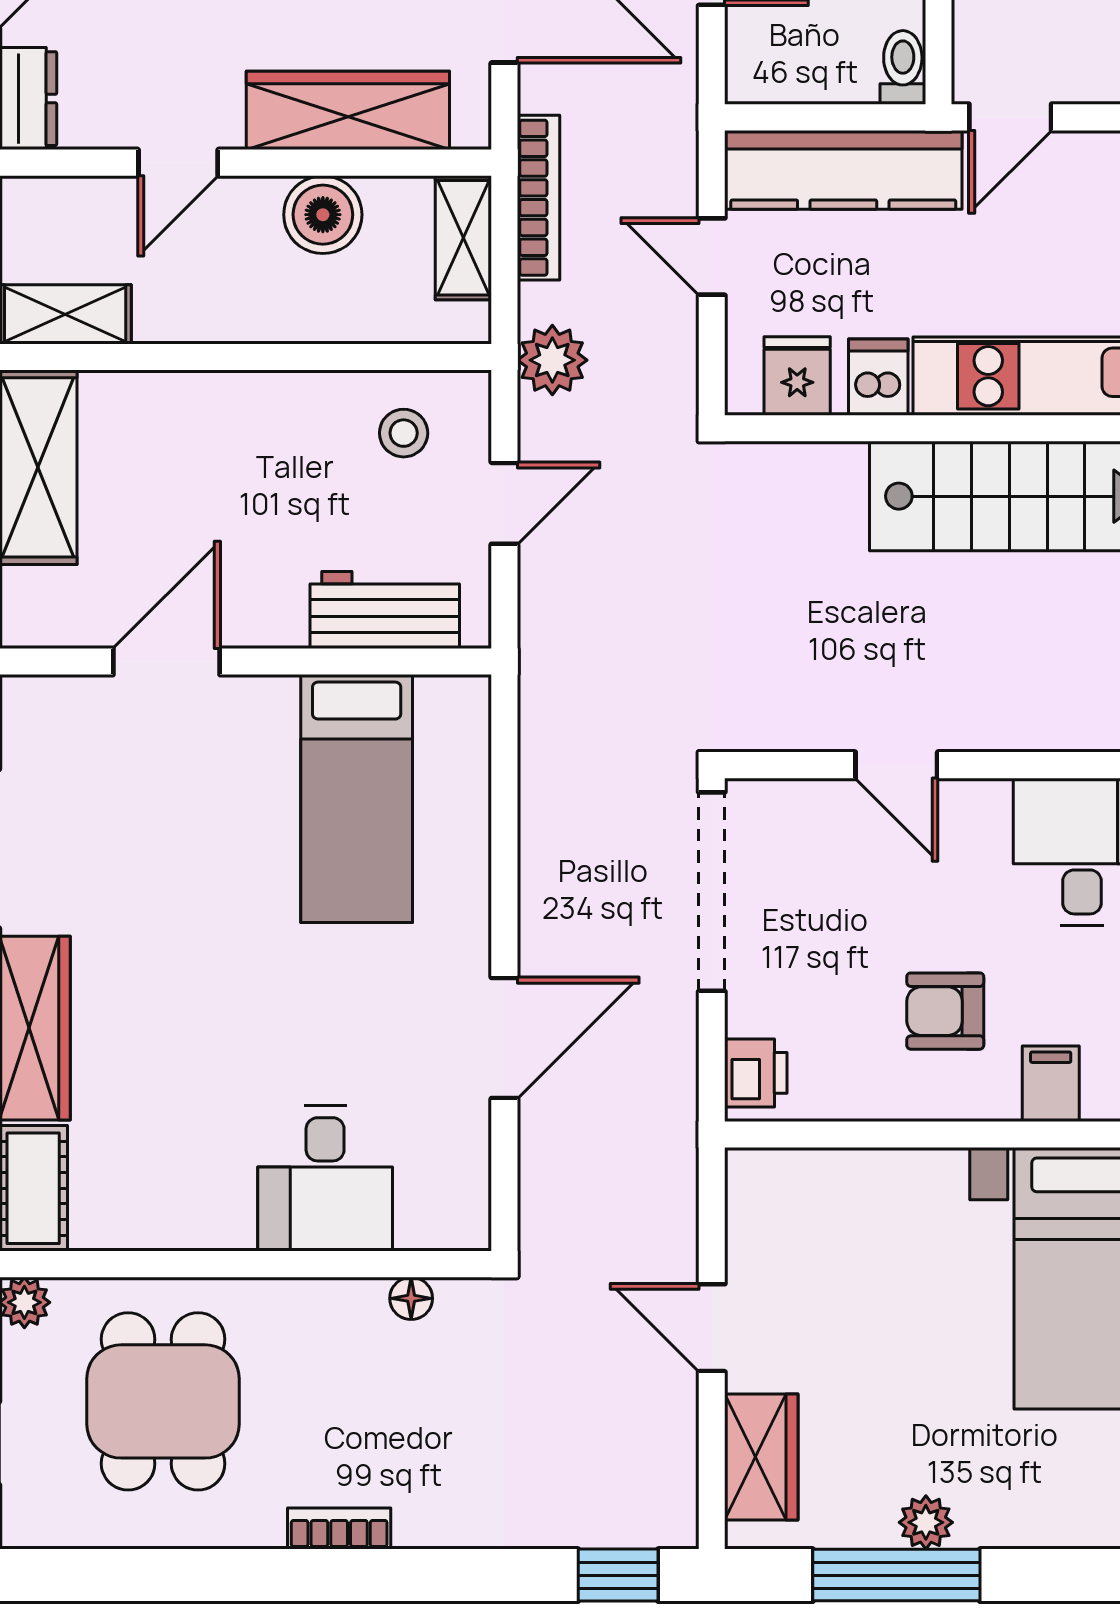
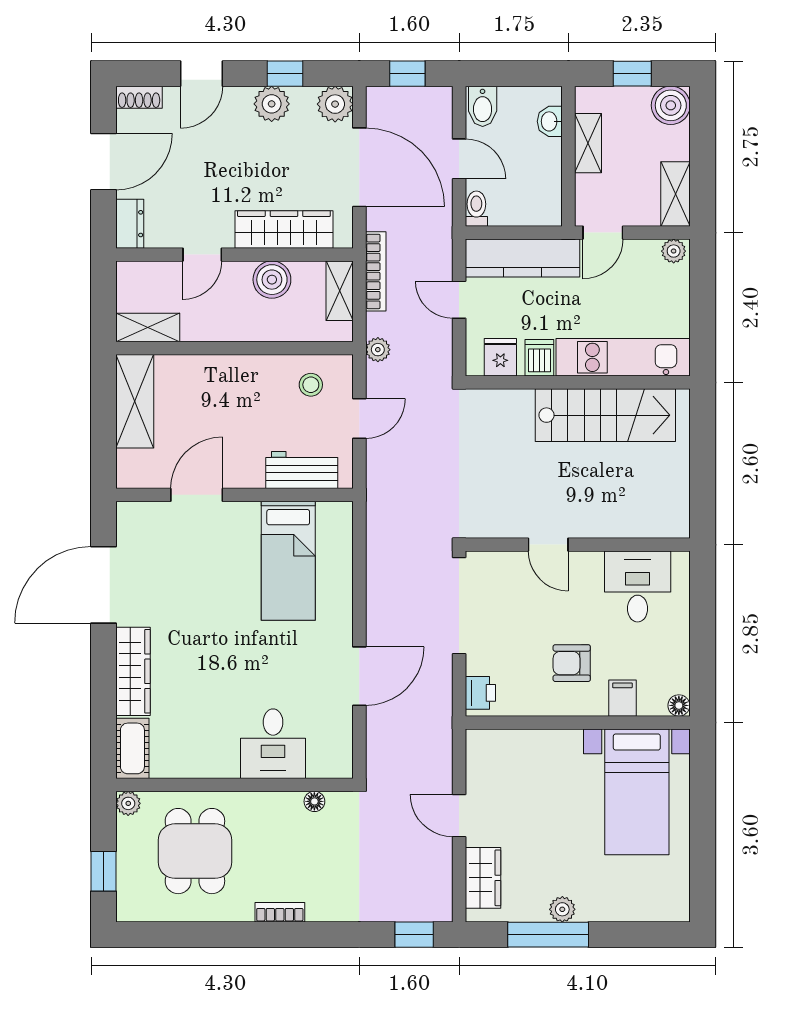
toilet: (903, 67) -> (476, 209), moved
plant: (552, 360) -> (378, 350), width x0.73, depth x0.73

